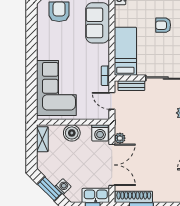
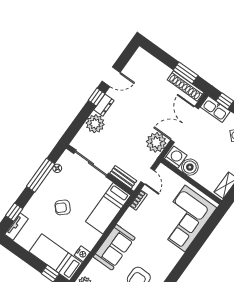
armchair: (163, 25) -> (63, 207), turned 137
boiler: (72, 133) -> (190, 167), moved
plant: (120, 138) -> (156, 142), width x1.88, depth x1.88

